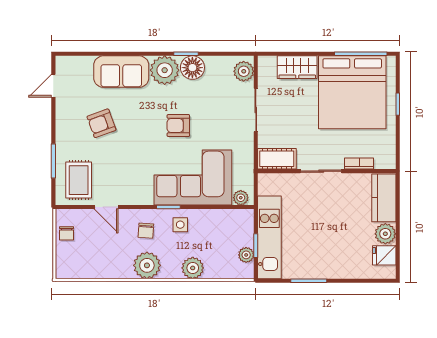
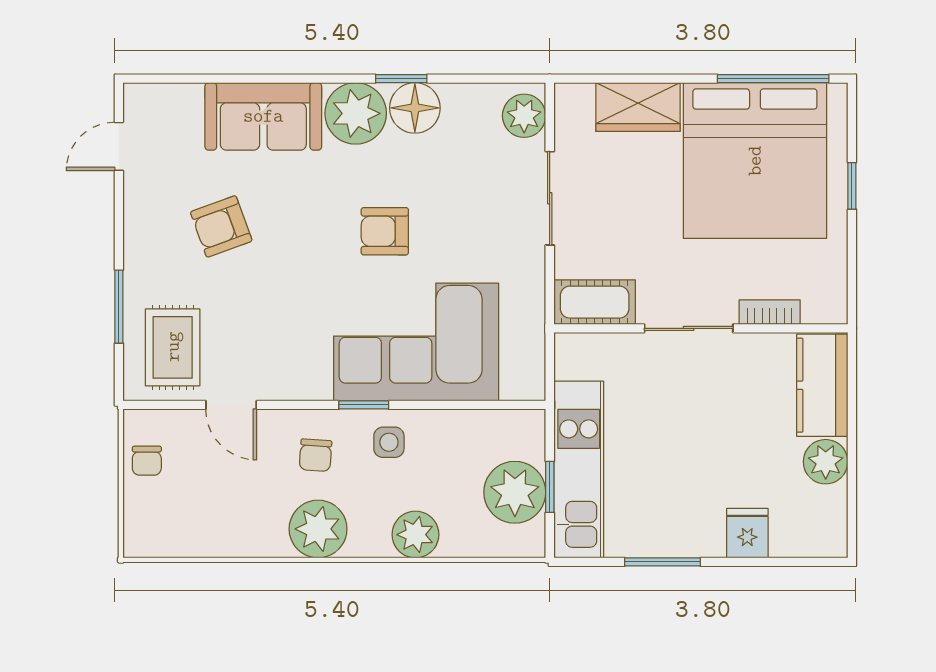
plant: (241, 198) -> (518, 385), removed
plant: (246, 255) -> (515, 492), width x1.87, depth x1.87
fridge: (384, 255) -> (747, 533), moved, turned 90

